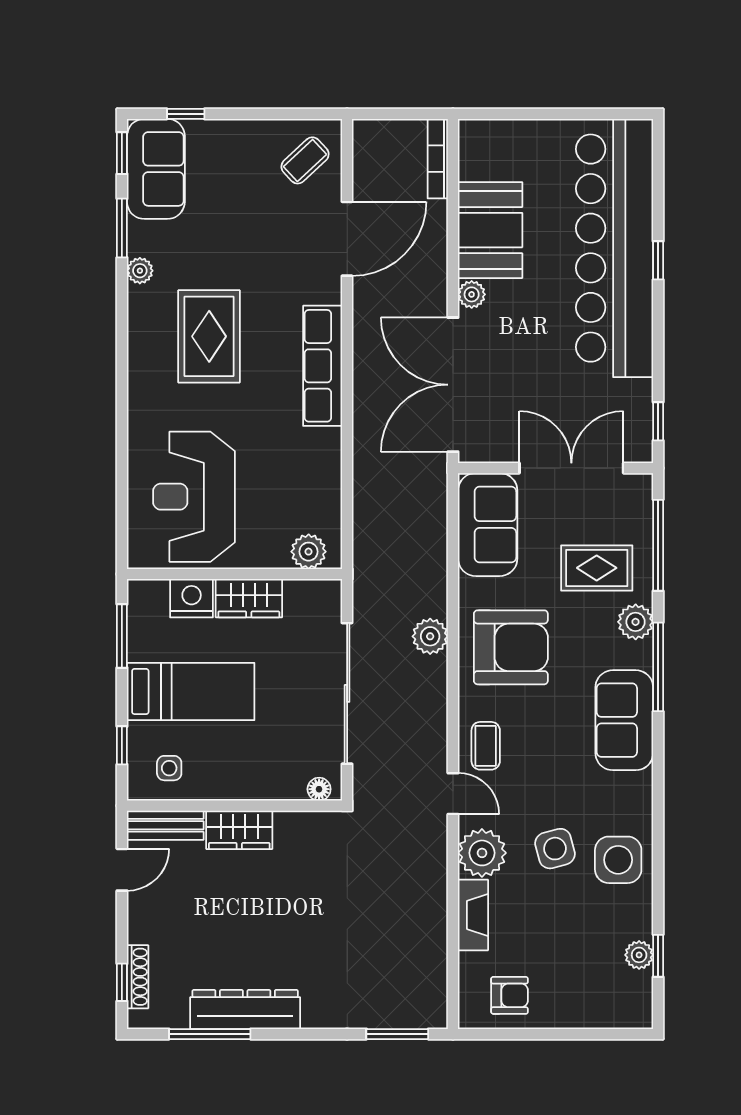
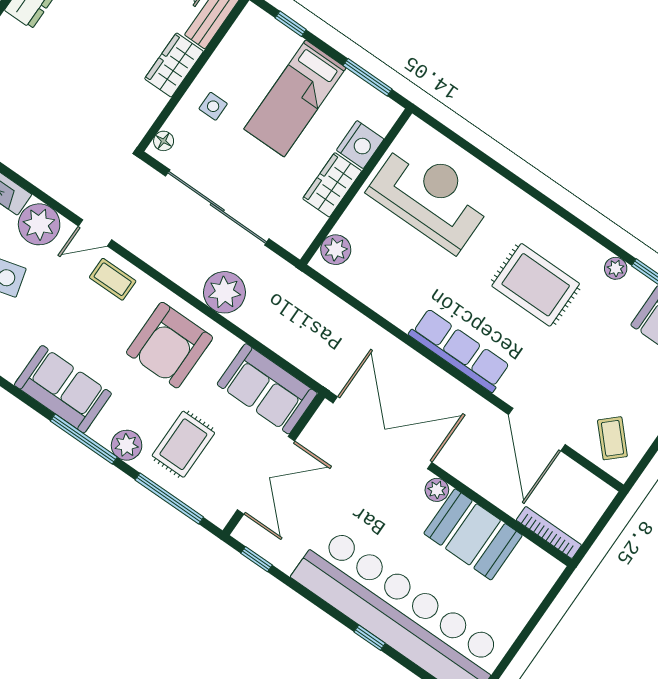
plant: (430, 636) -> (224, 292), width x1.36, depth x1.36
side table: (169, 768) -> (213, 106), moved

